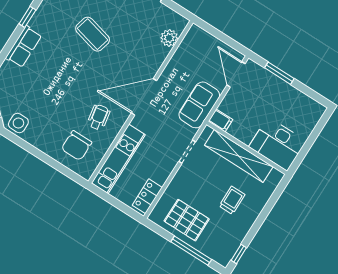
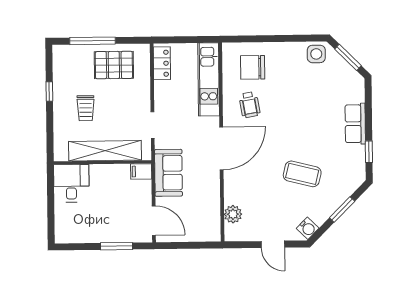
desk: (277, 144) -> (71, 183), width x0.73
chair: (77, 146) -> (253, 67), turned -90
window: (239, 254) -> (49, 92), moved

